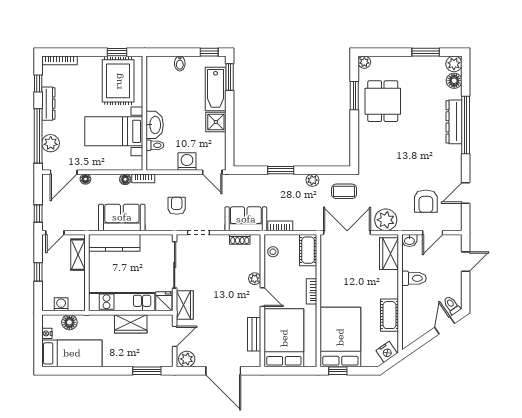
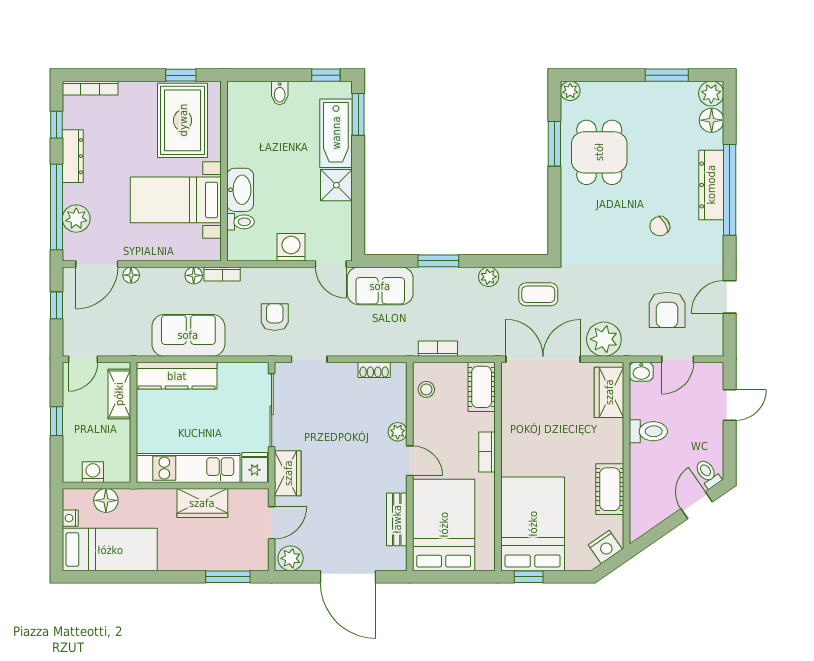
chair: (421, 148) -> (660, 226), added
window: (38, 213) -> (57, 305), moved
sofa: (246, 219) -> (380, 286), moved, turned 180

